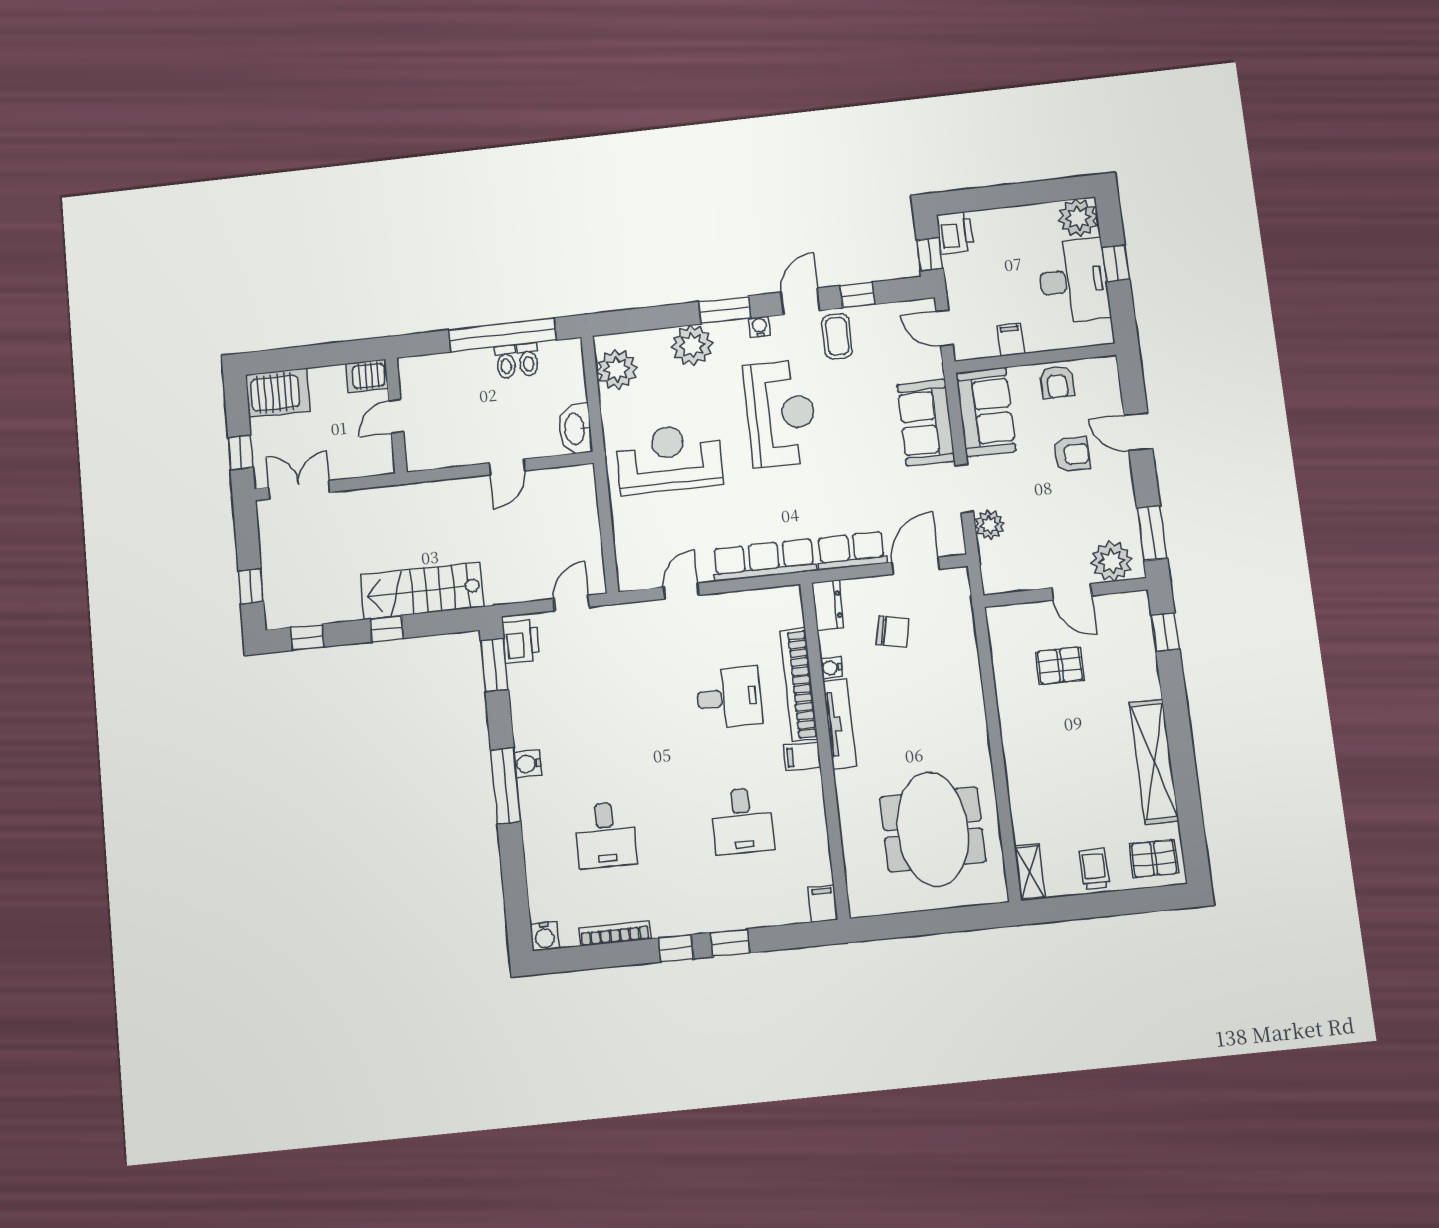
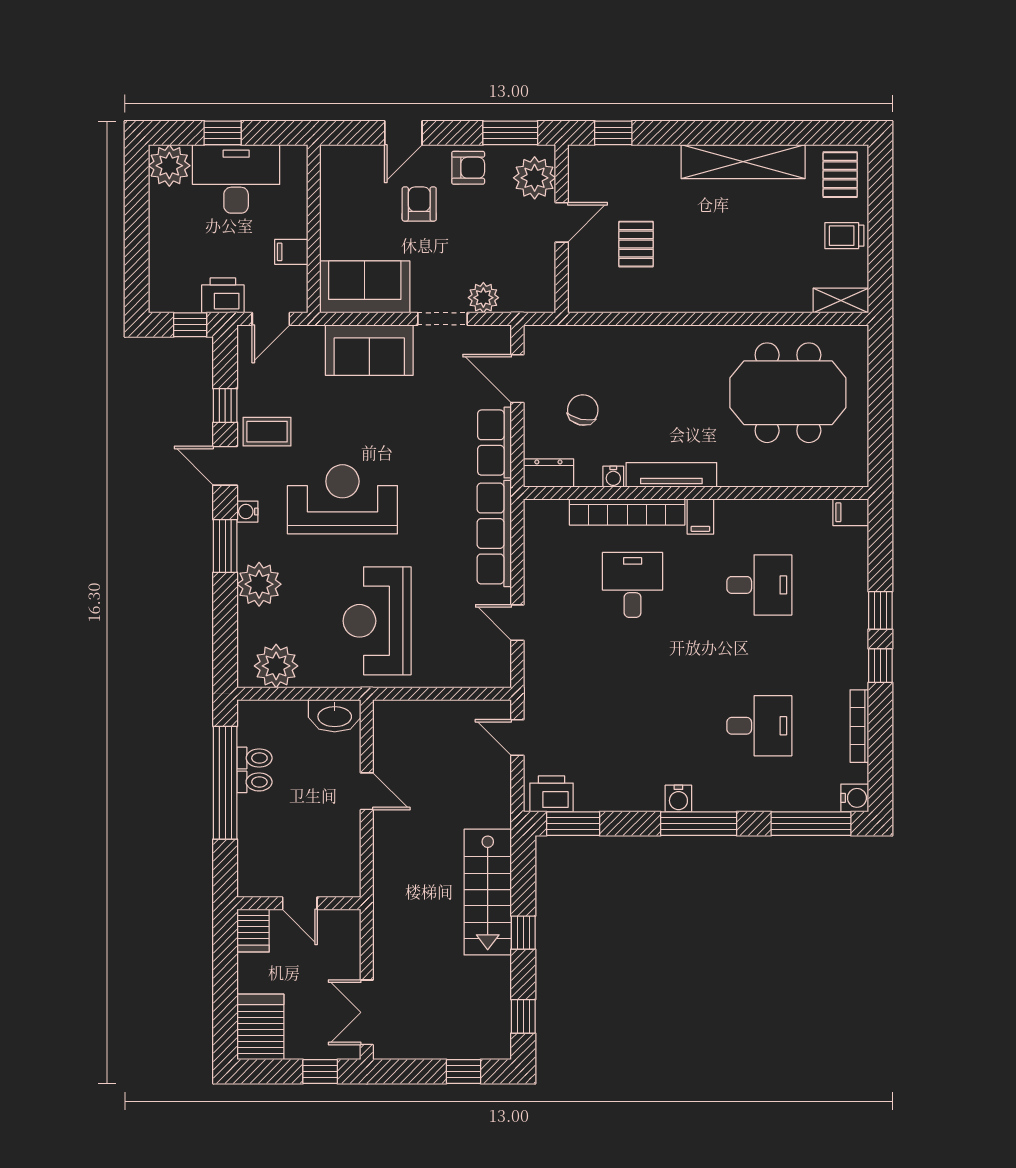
printer: (955, 232) -> (223, 295), moved
armchair: (1057, 382) -> (468, 168), moved
window: (516, 895) -> (811, 824), added

